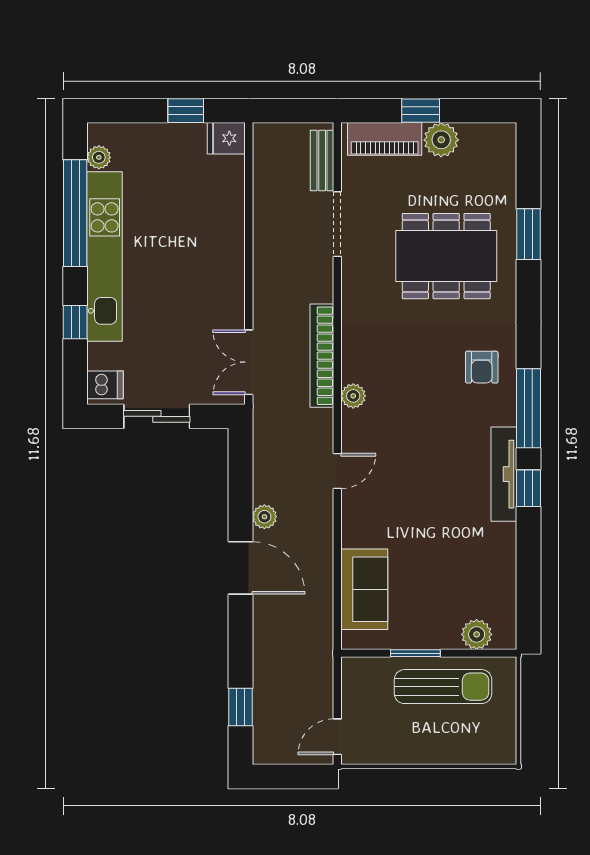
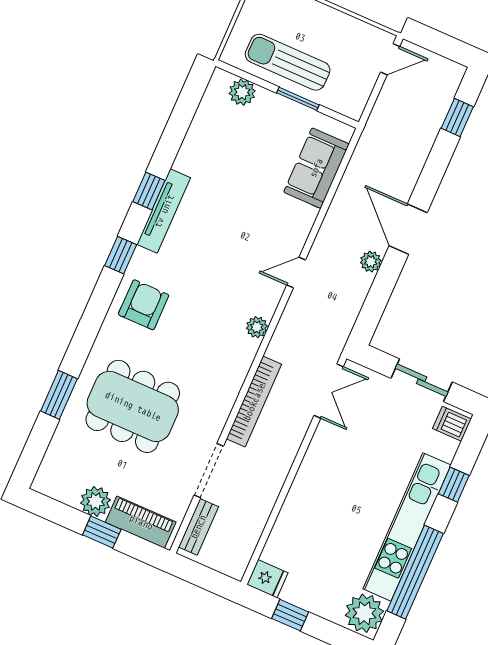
plant: (99, 157) -> (364, 613), width x1.88, depth x1.88
bookcase: (322, 356) -> (254, 402), moved
armchair: (482, 367) -> (144, 305), width x1.38, depth x1.38
window: (528, 408) -> (121, 255), width x0.46

